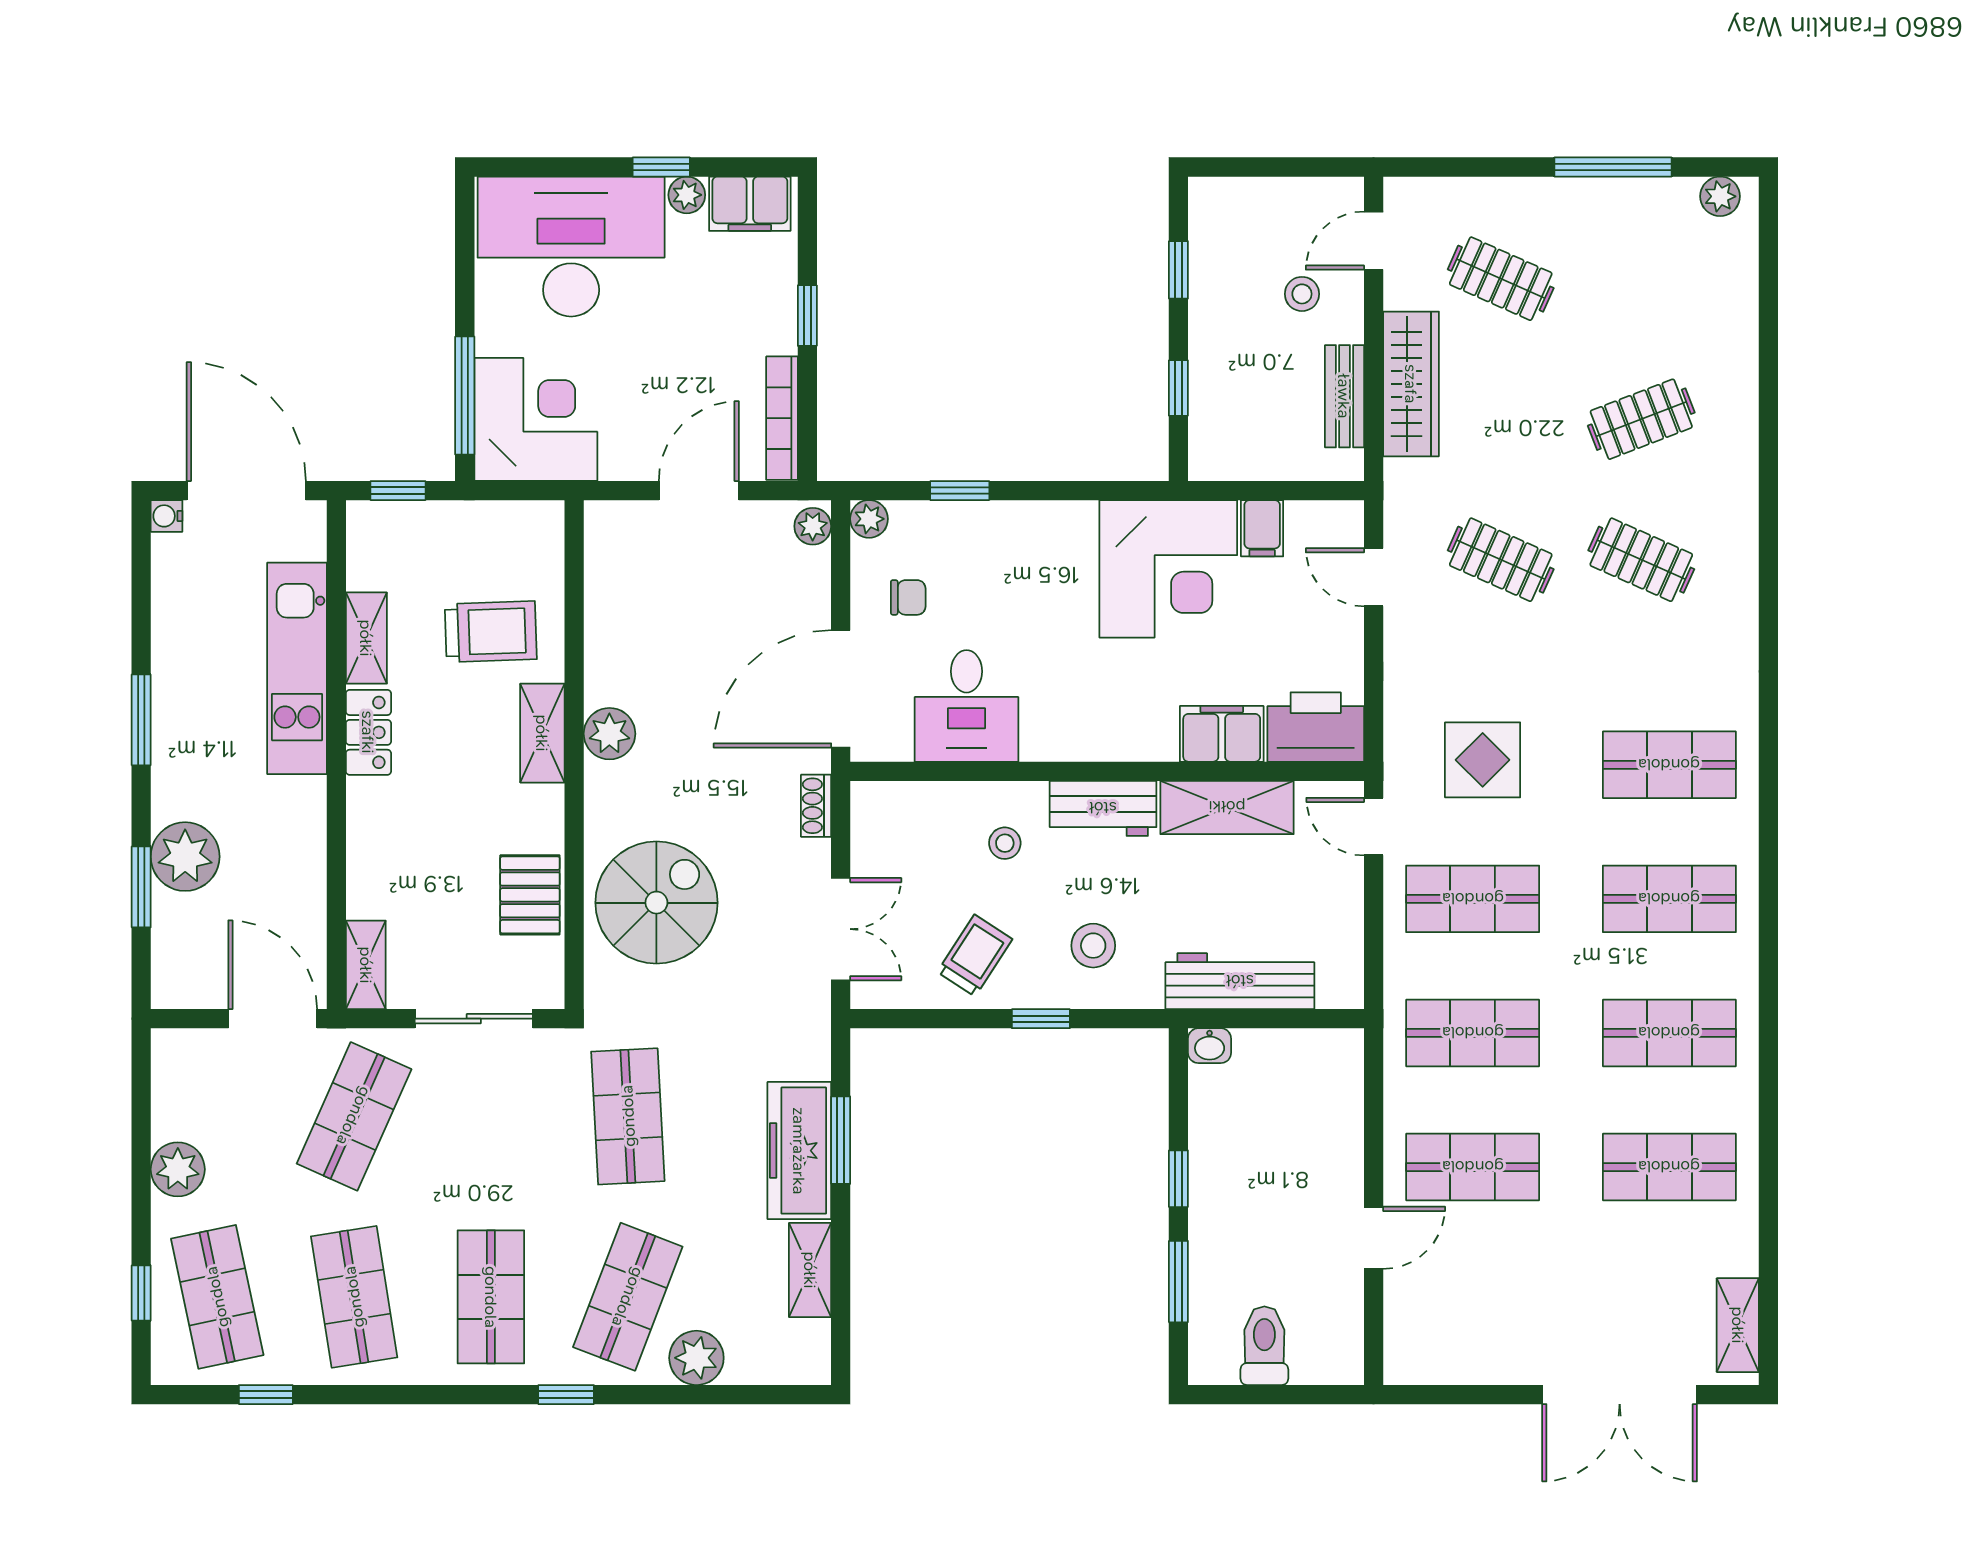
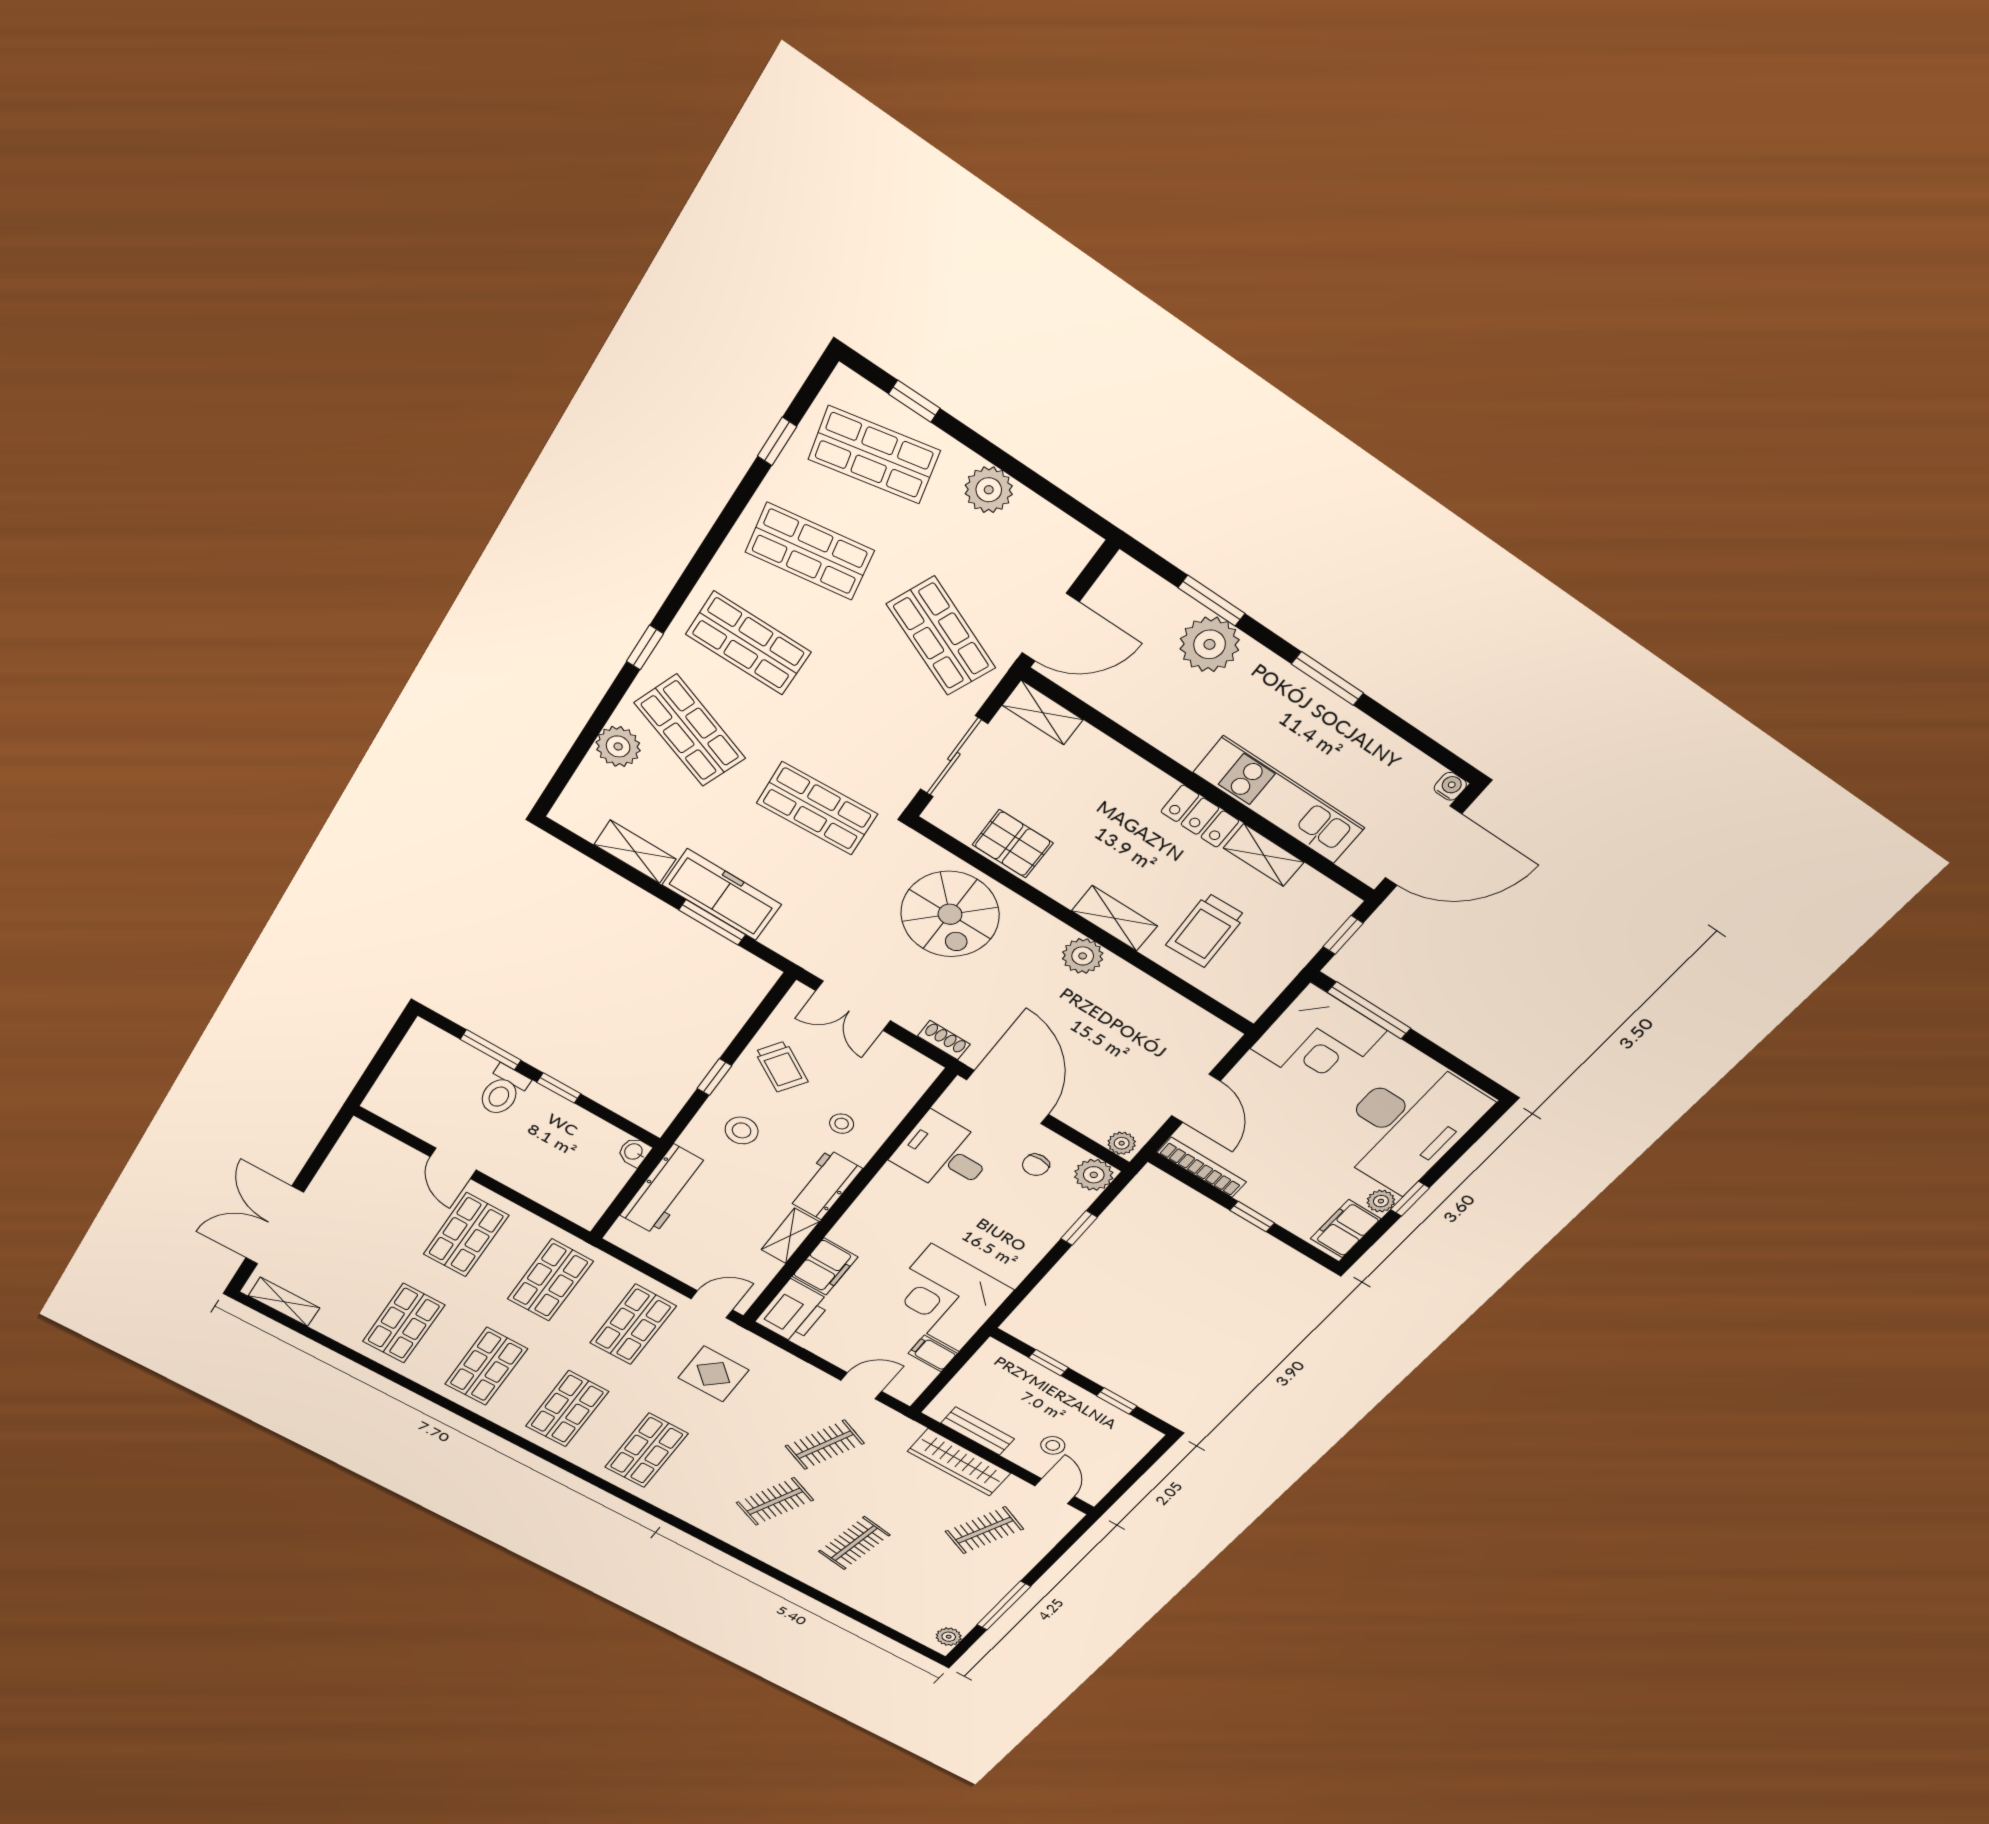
clothes rail: (1641, 419) -> (854, 1543), turned 30
plant: (869, 519) -> (1094, 1175), width x1.38, depth x1.38
shelving: (1227, 807) -> (790, 1236), width x0.67, depth x0.75
toilet: (1264, 1346) -> (503, 1091), moved, turned 90

